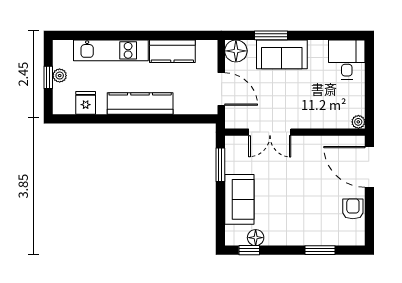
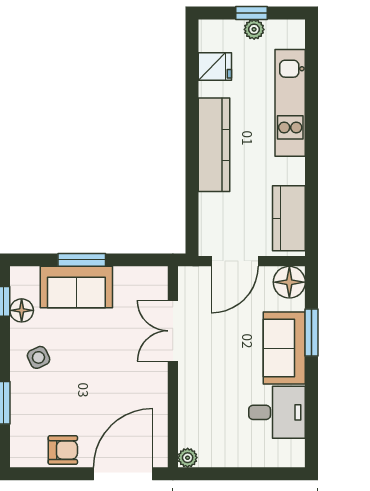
kitchen counter: (172, 51) -> (289, 218), moved
desk: (347, 60) -> (277, 412), moved
window: (220, 165) -> (82, 260), moved
side table: (288, 226) -> (38, 357), added

